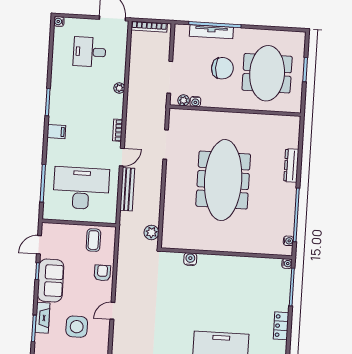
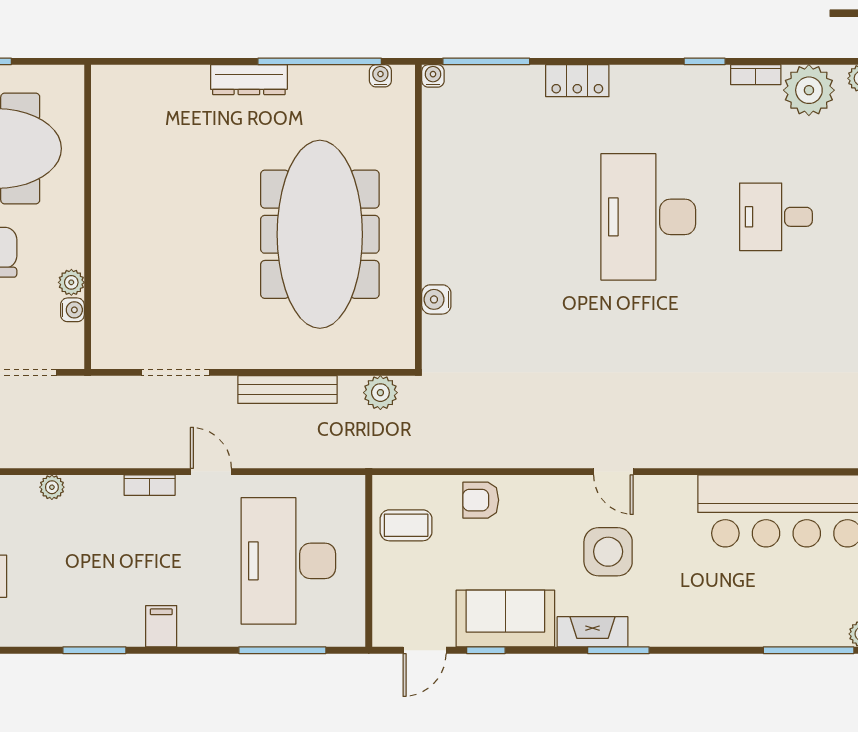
plant: (184, 100) -> (71, 282), moved
dresser: (291, 165) -> (249, 80), moved
meeting table: (223, 180) -> (320, 234), moved, turned 90
bench: (127, 189) -> (287, 390), moved
door: (39, 245) -> (425, 650), hinge flipped
door: (112, 311) -> (613, 472), moved

